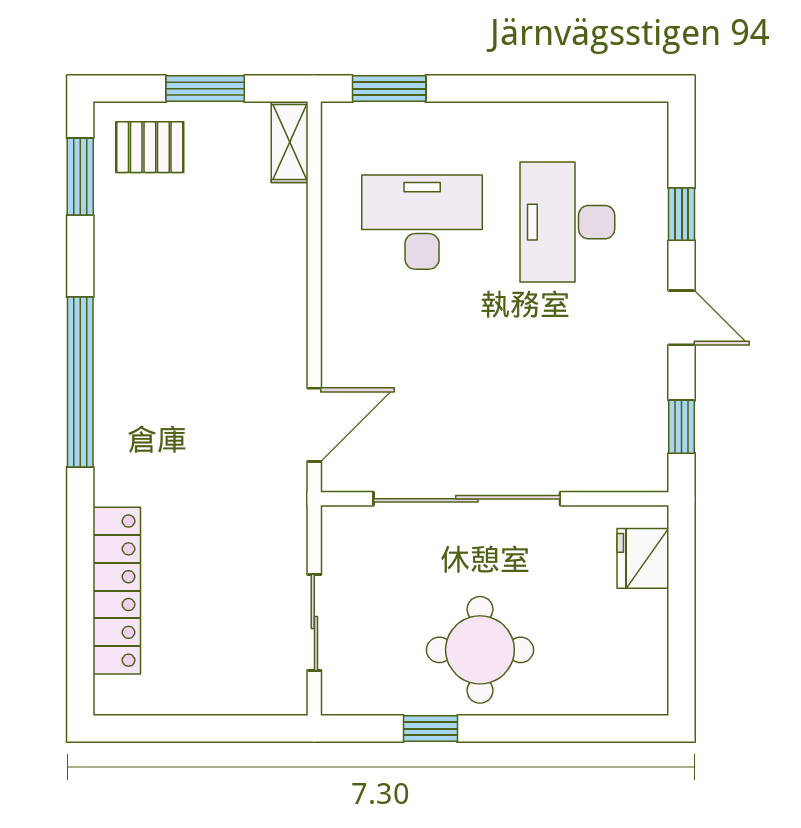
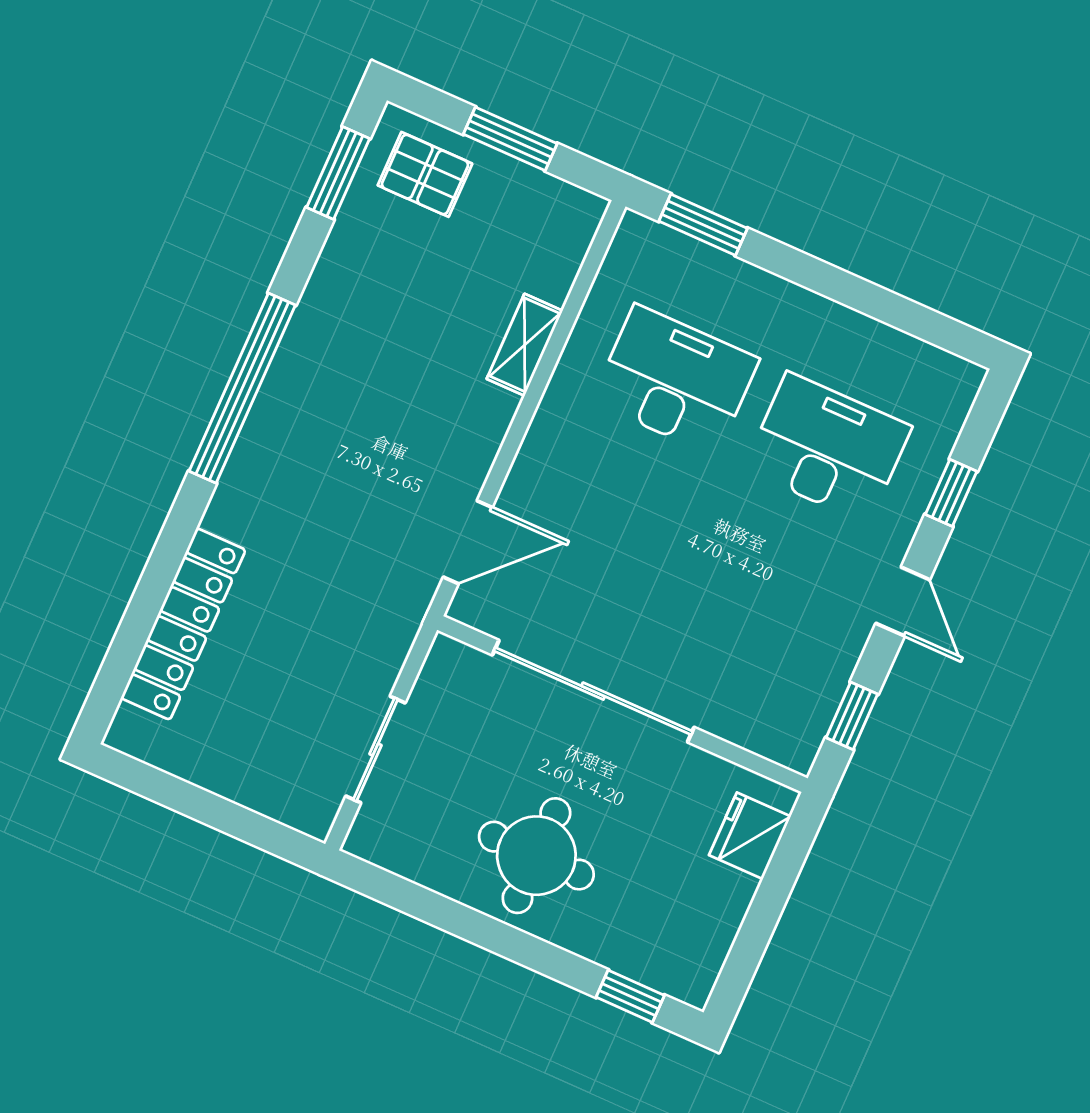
shelving: (290, 142) -> (525, 345), moved
desk: (567, 222) -> (828, 448), turned 90
window: (430, 729) -> (630, 996), moved

